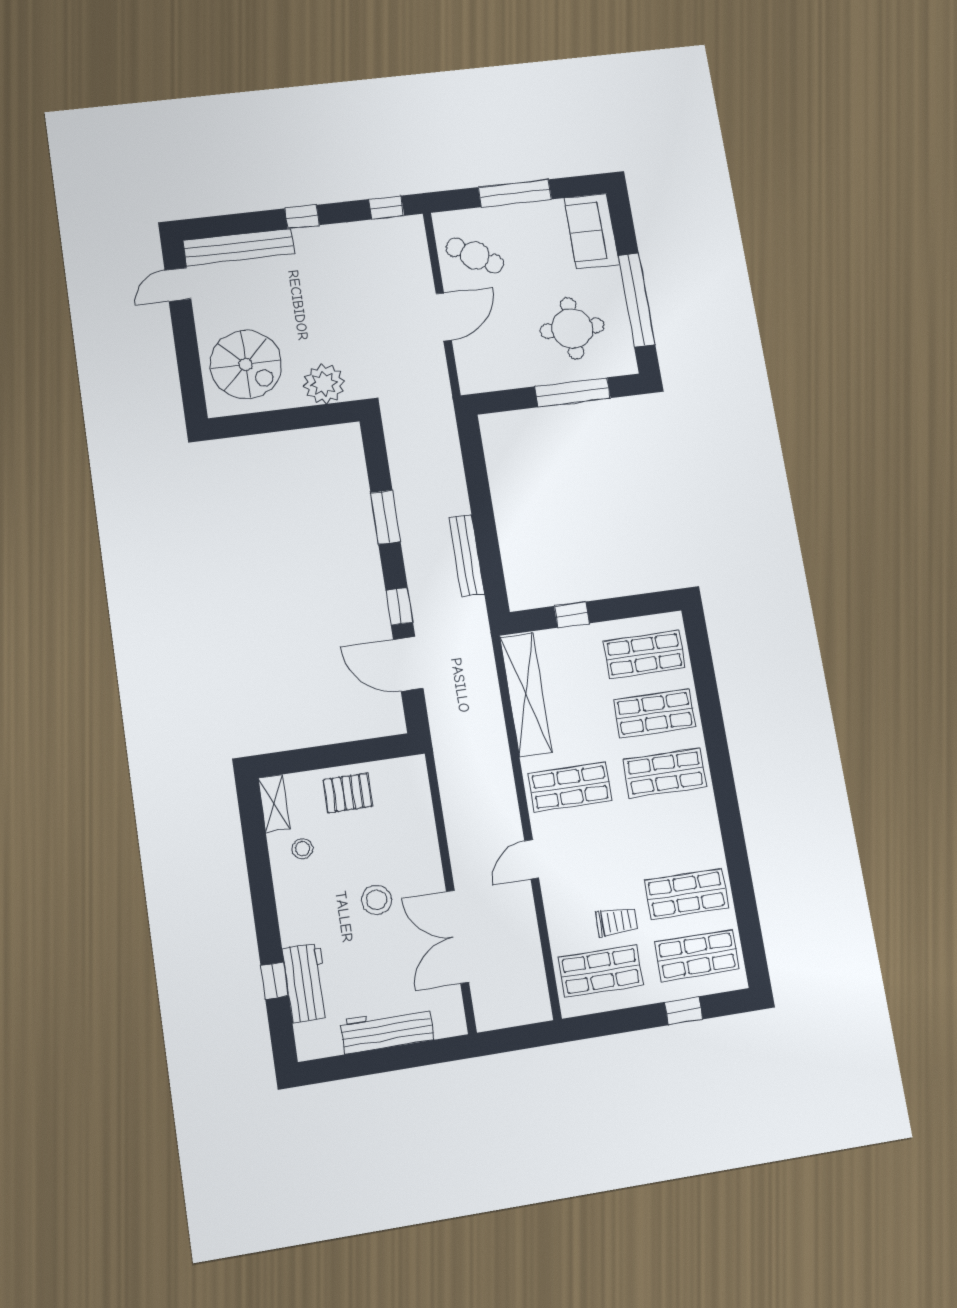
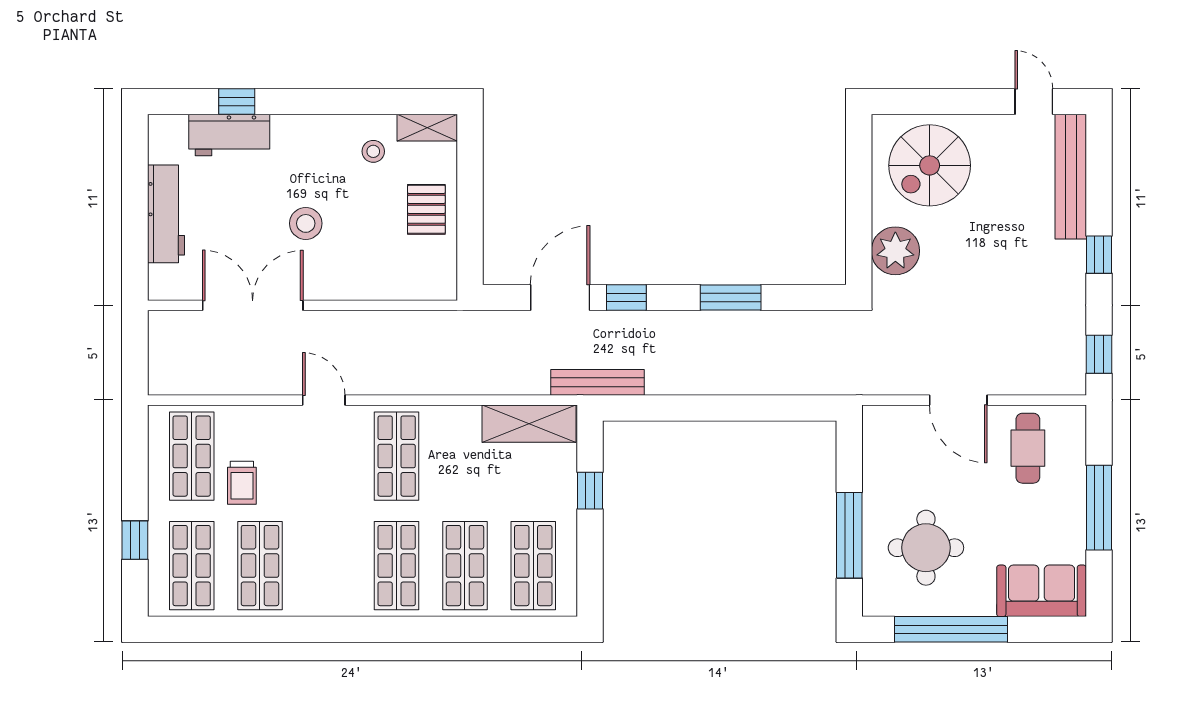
cafe table: (475, 256) -> (1028, 448), turned -31
bench: (467, 556) -> (598, 382), moved
shelving: (526, 694) -> (529, 424), width x0.68

